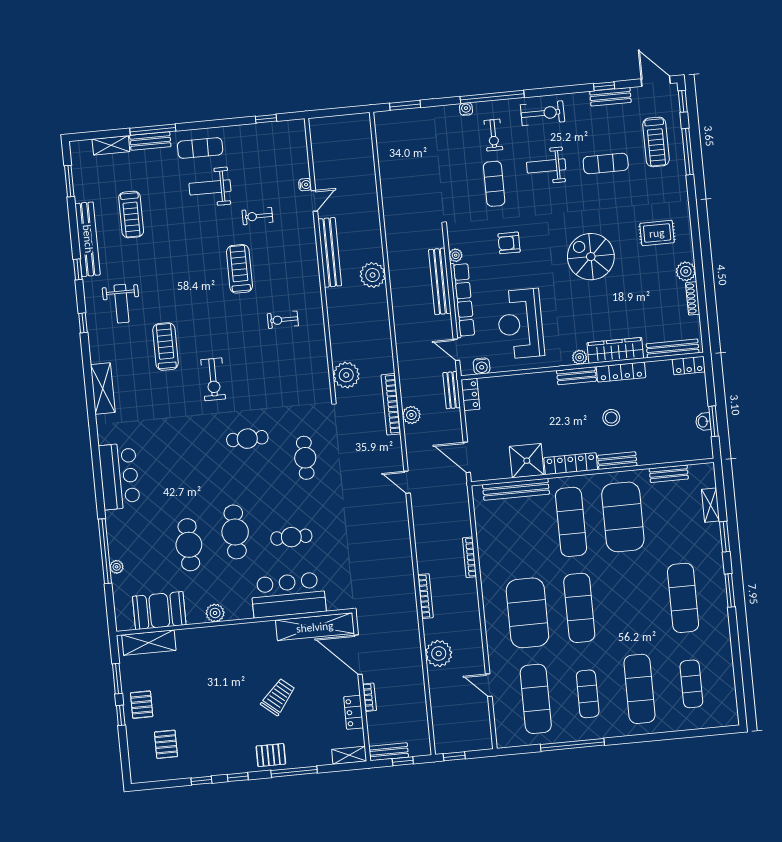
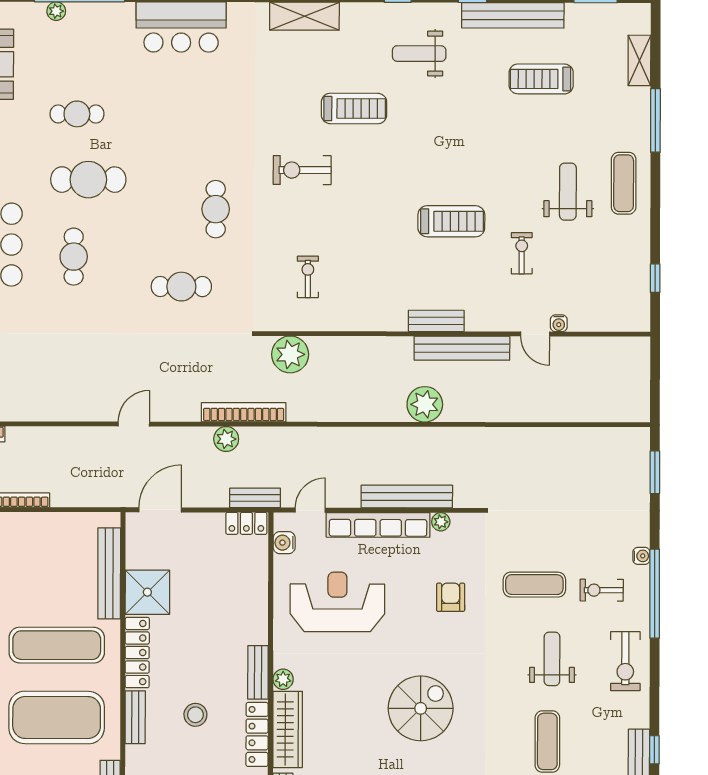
bench: (150, 141) -> (436, 321), moved, turned 90
exercise bike: (283, 320) -> (308, 277), moved
cafe table: (189, 545) -> (77, 114), width x0.73, depth x0.74

